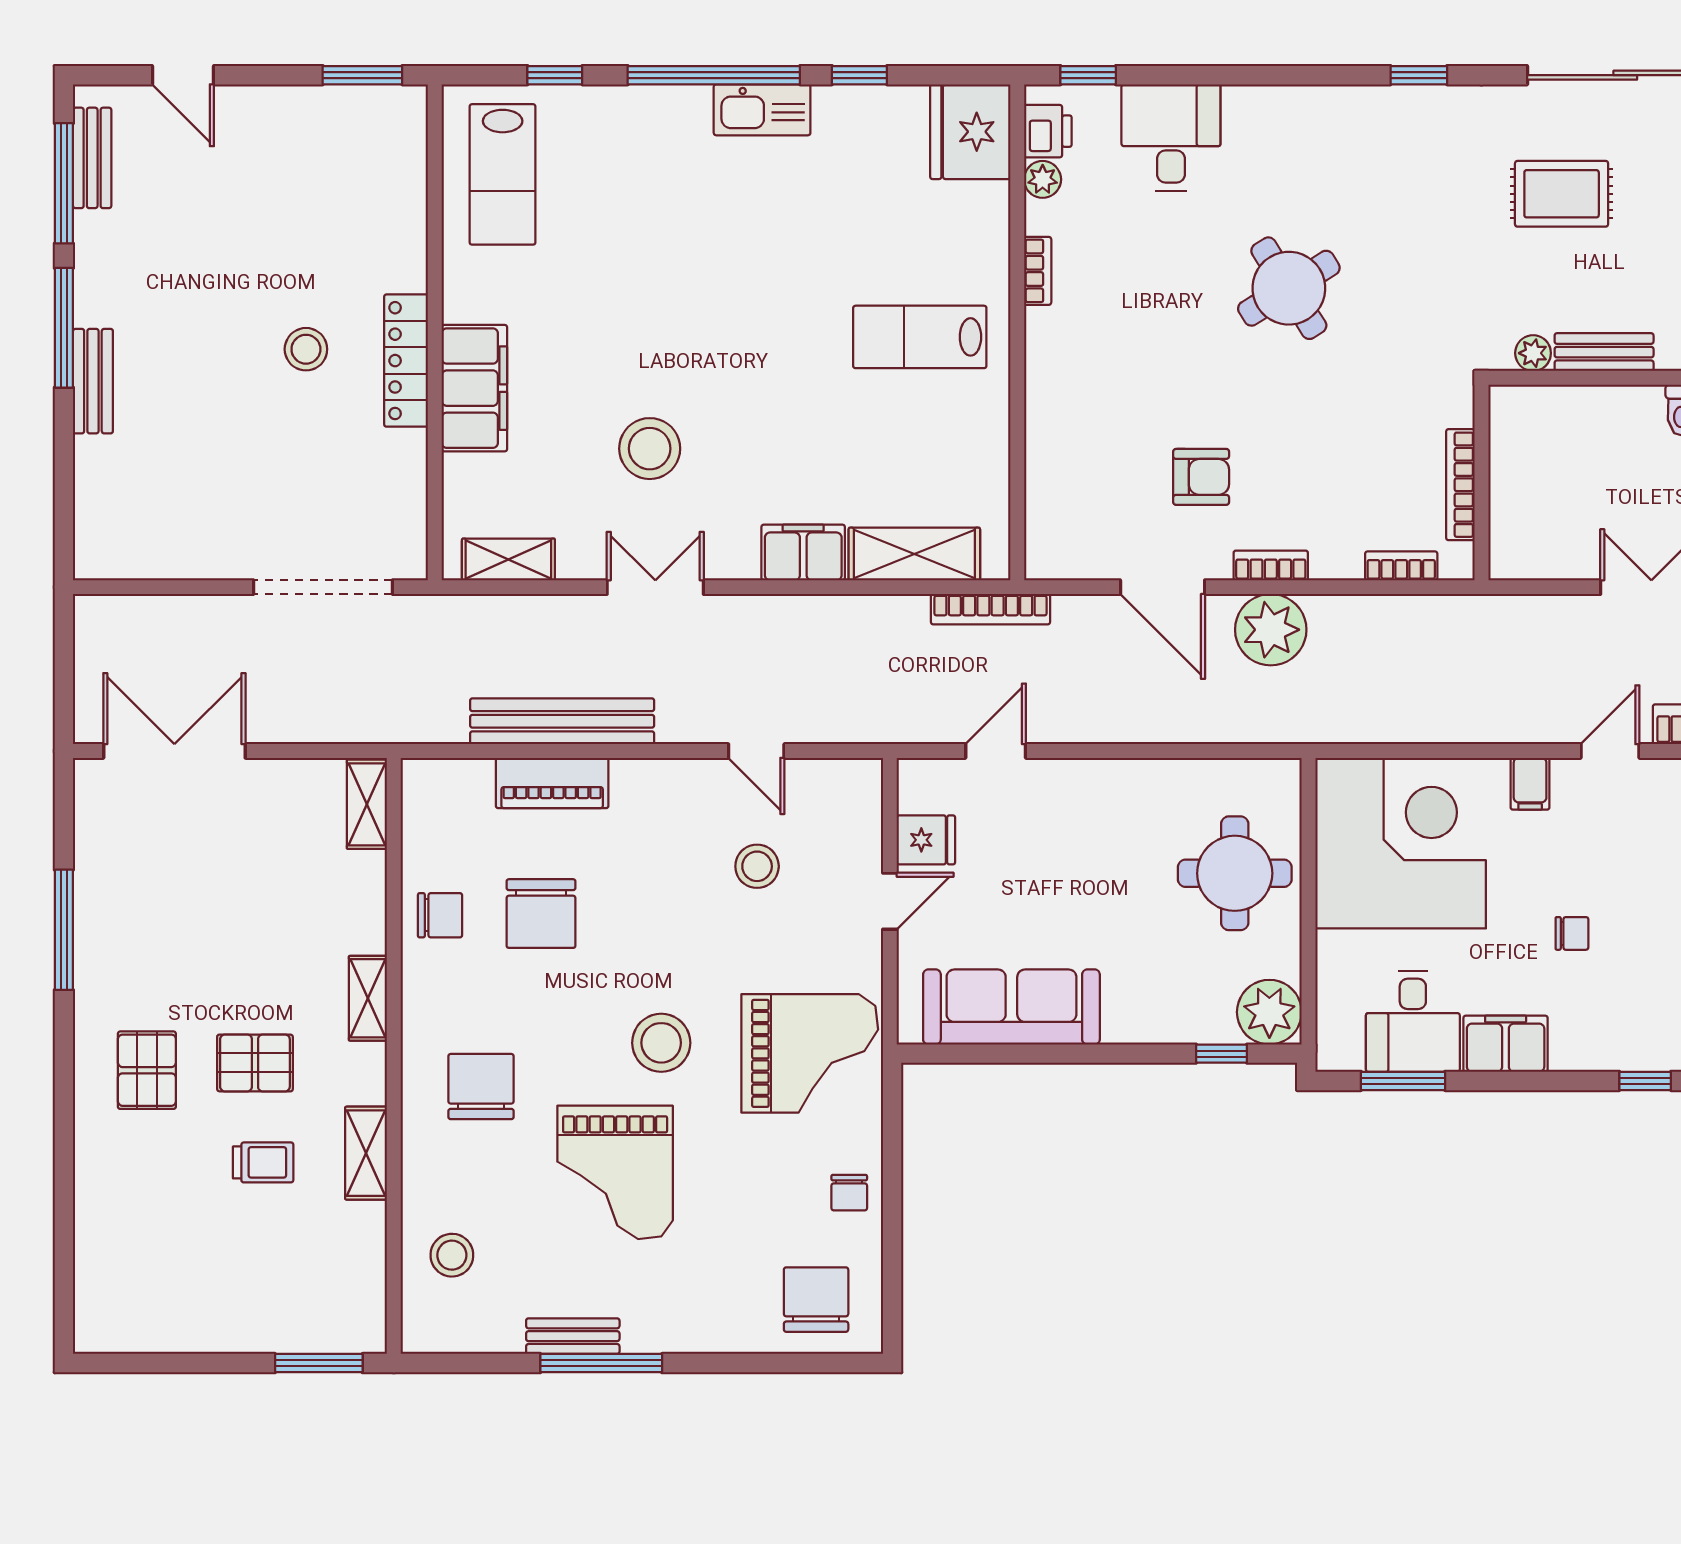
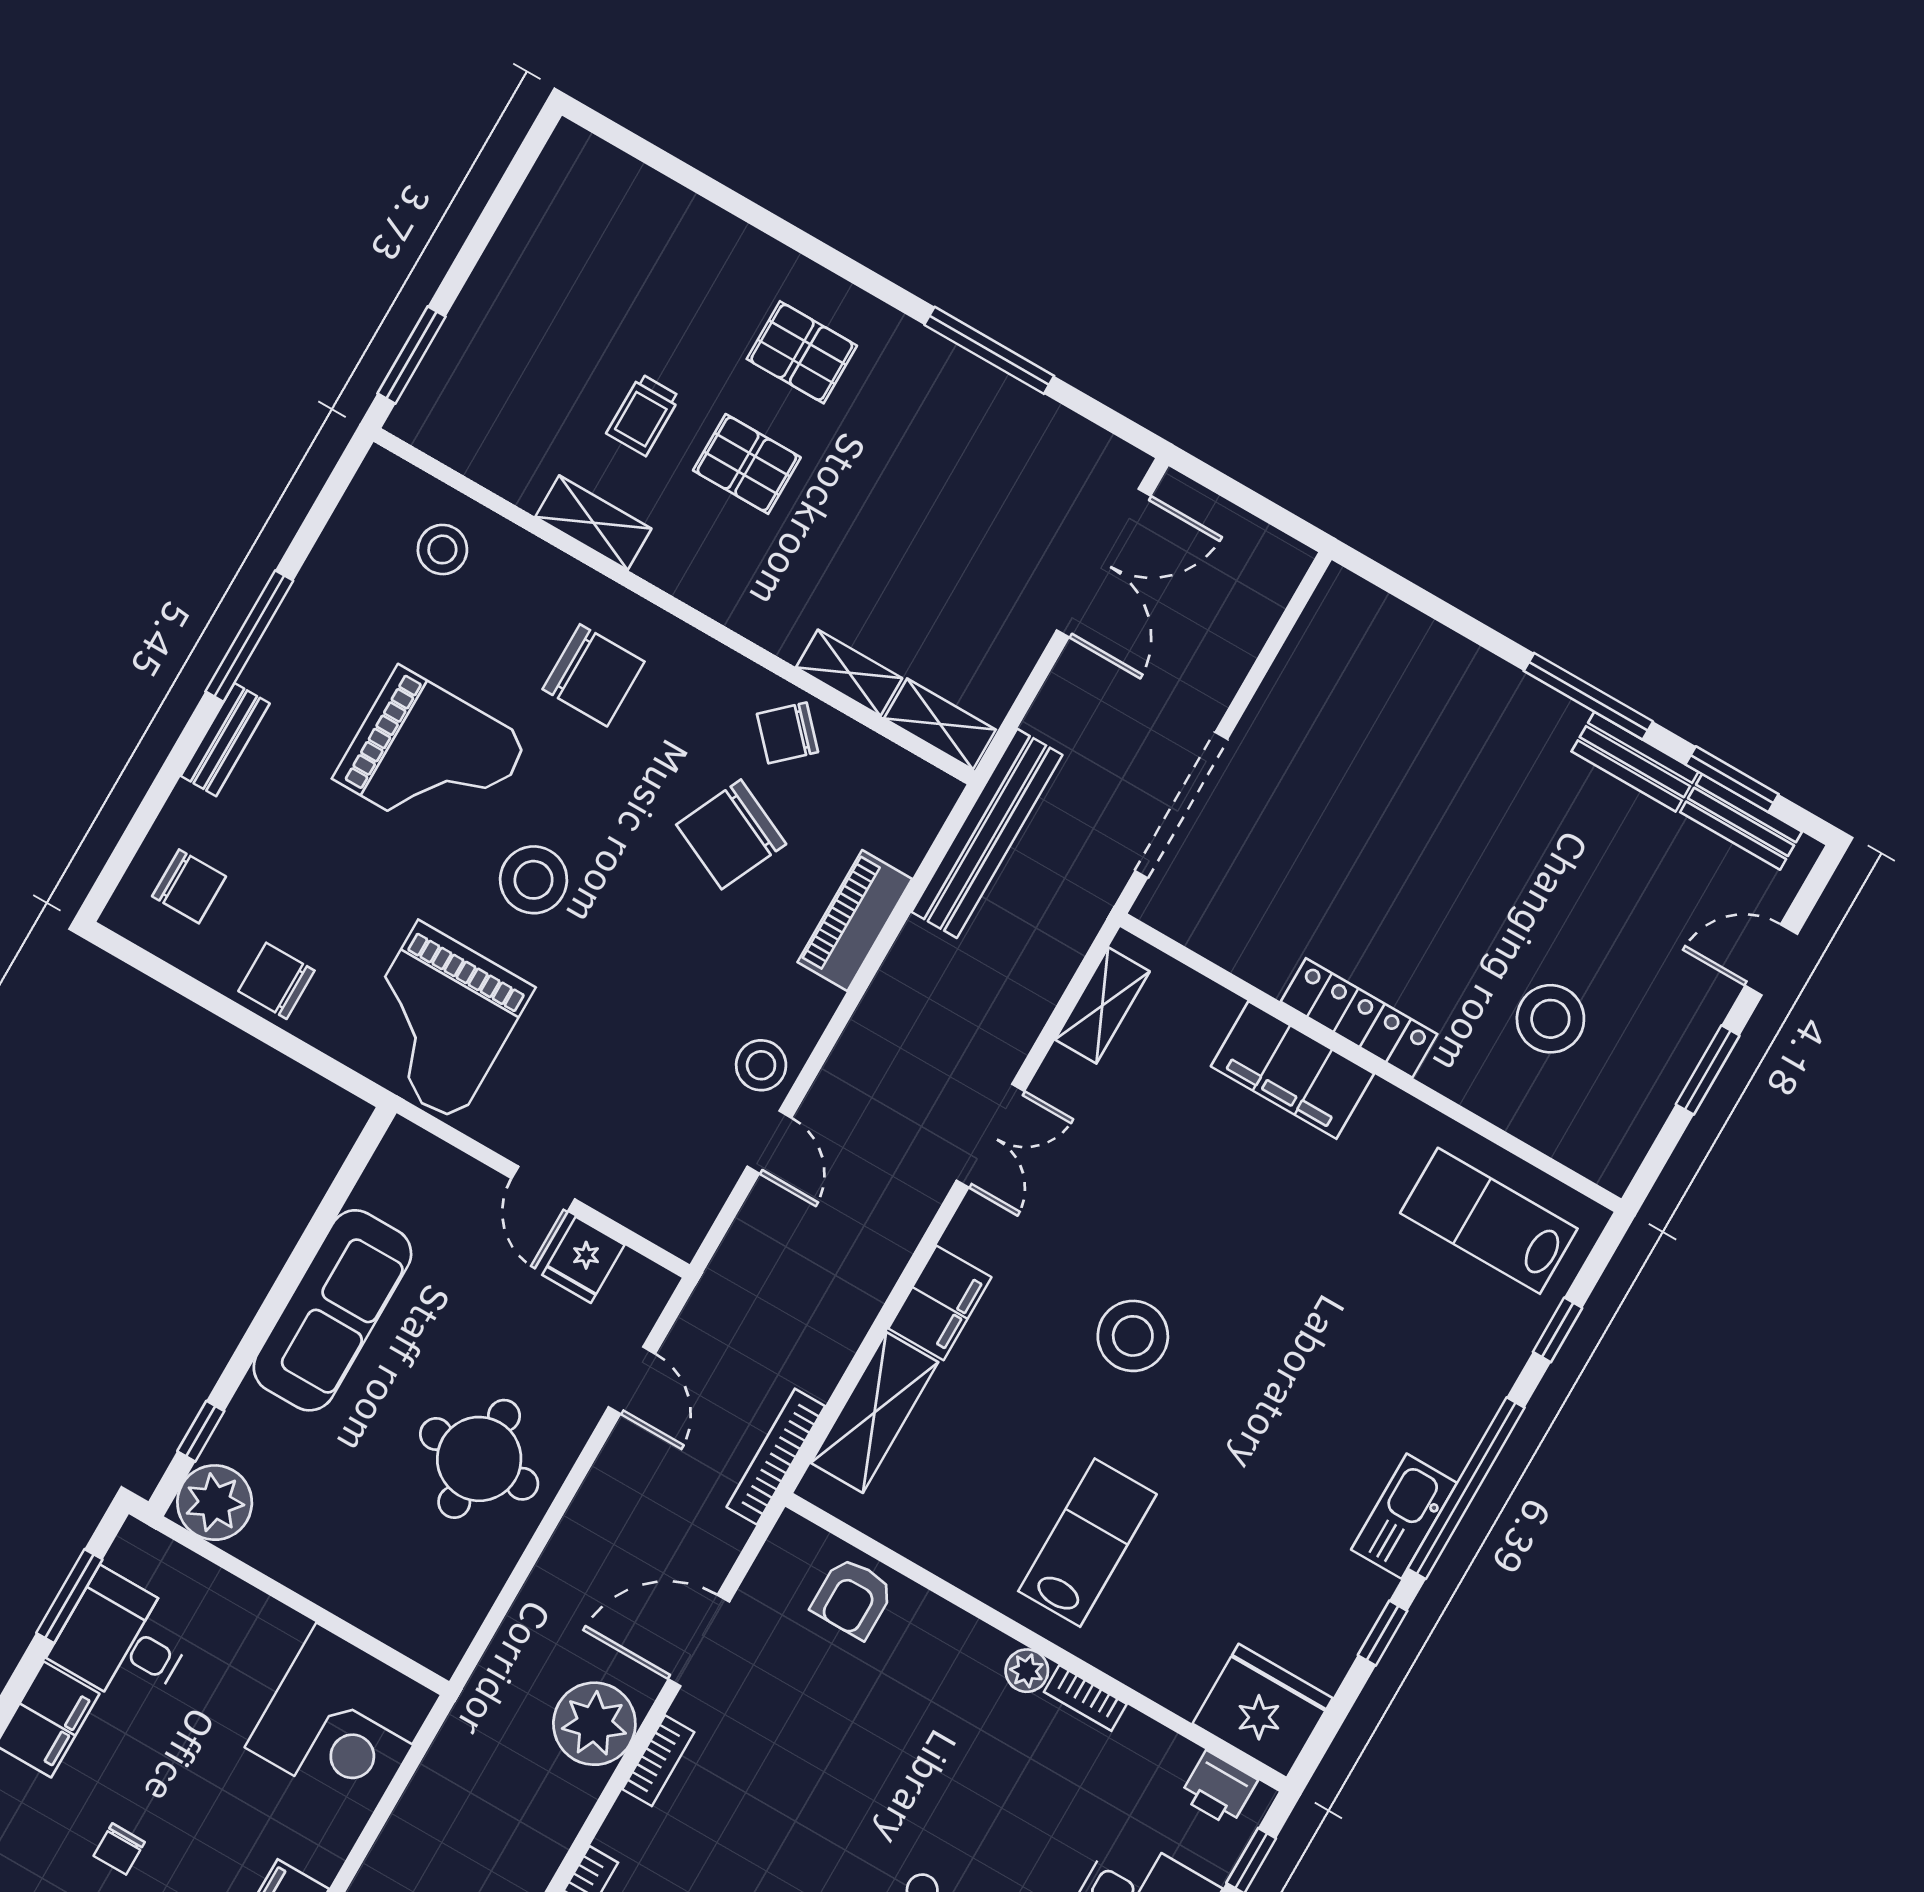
window: (362, 75) -> (1708, 1070), moved
plant: (1043, 179) -> (1027, 1671), moved
window: (64, 183) -> (1732, 779), width x0.69
stool: (306, 349) -> (1550, 1019), moved, width x1.38, depth x1.38
bench: (93, 381) -> (1635, 762), moved
stool: (650, 449) -> (1133, 1336), moved
armchair: (1201, 477) -> (853, 1598), moved
bench: (562, 721) -> (987, 833), moved
door: (756, 751) -> (769, 1142), swing flipped
corner desk: (1401, 843) -> (343, 1721), width x0.74, depth x0.74
stool: (757, 866) -> (761, 1065), moved
round table: (1235, 873) -> (479, 1459), moved
chair: (541, 914) -> (731, 834), turned -65
chair: (440, 915) -> (788, 733), turned 47
shelving: (368, 998) -> (849, 673), moved
sofa: (1011, 1007) -> (332, 1310), moved
pallet: (255, 1063) -> (747, 464), turned 90
grand piano: (615, 1172) -> (431, 759), turned 180
chair: (849, 1193) -> (276, 981), width x1.37, depth x1.37
chair: (816, 1300) -> (189, 886), width x0.73, depth x0.73
bench: (573, 1336) -> (225, 740), moved

